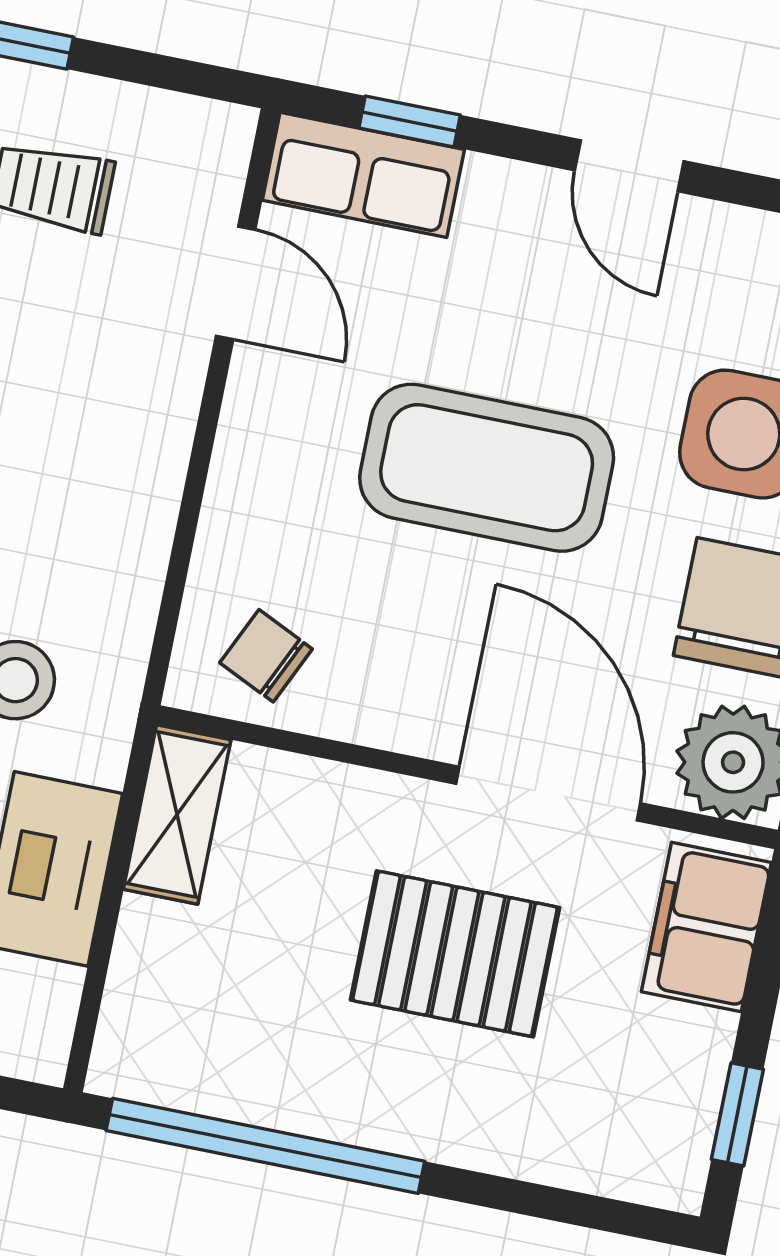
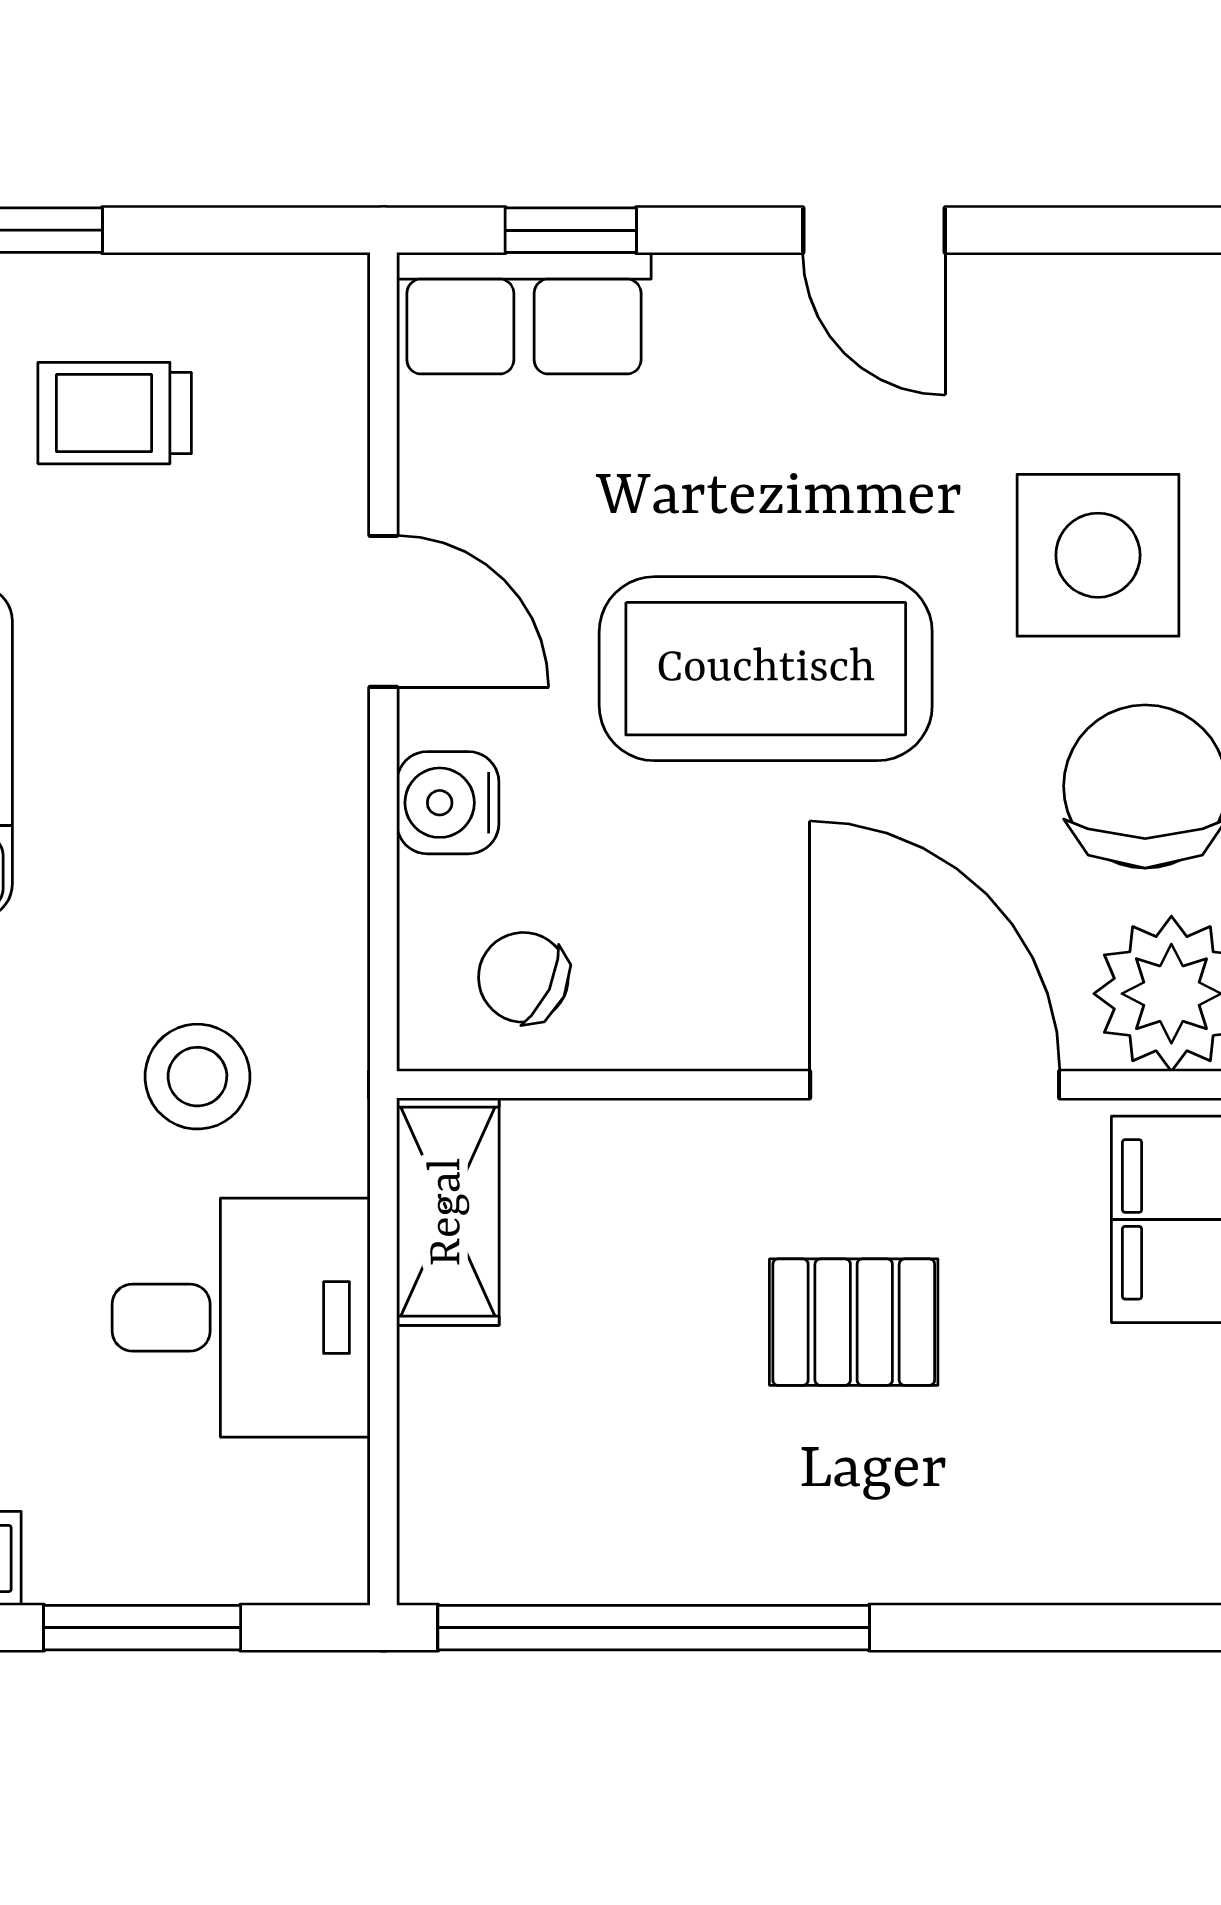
door: (236, 283) -> (383, 611), moved
water cooler: (237, 518) -> (448, 803), added
pallet: (455, 954) -> (854, 1322), width x0.67, depth x0.71

